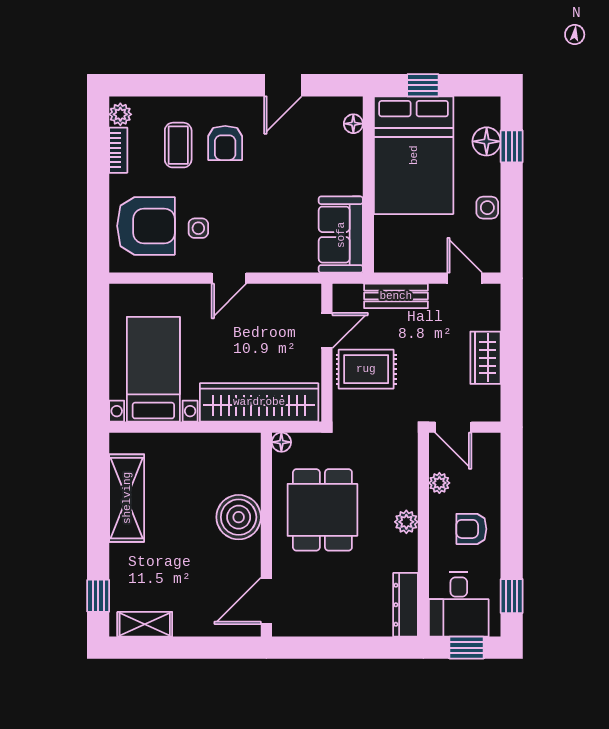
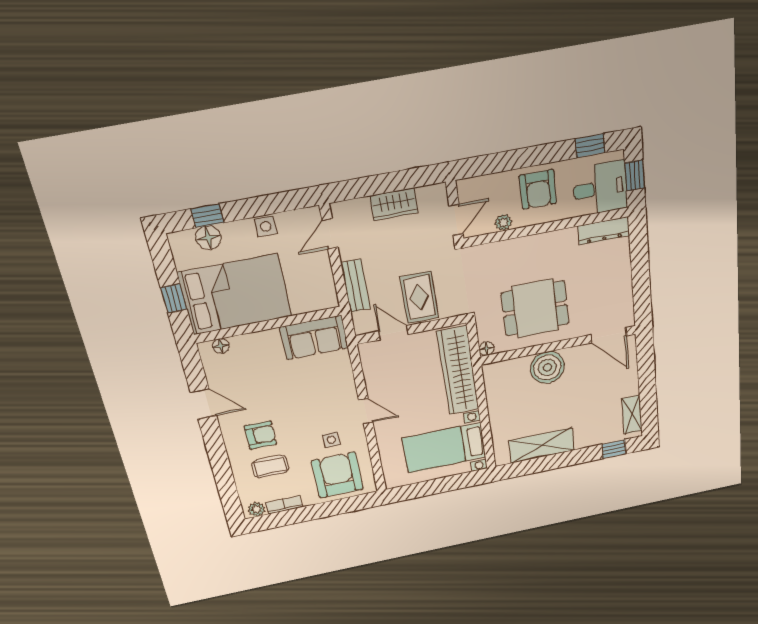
plant: (406, 522) -> (538, 243), removed
armchair: (471, 529) -> (538, 189), width x1.38, depth x1.38

